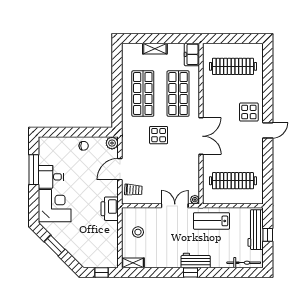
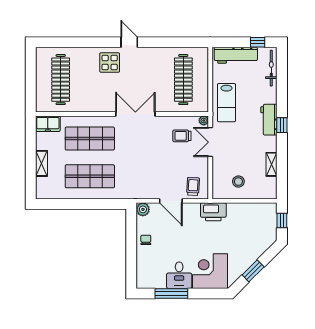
display table: (159, 135) -> (134, 159), removed
trolley: (181, 179) -> (182, 136), added
window: (268, 235) -> (258, 42), moved
shelving: (133, 263) -> (272, 164), moved

